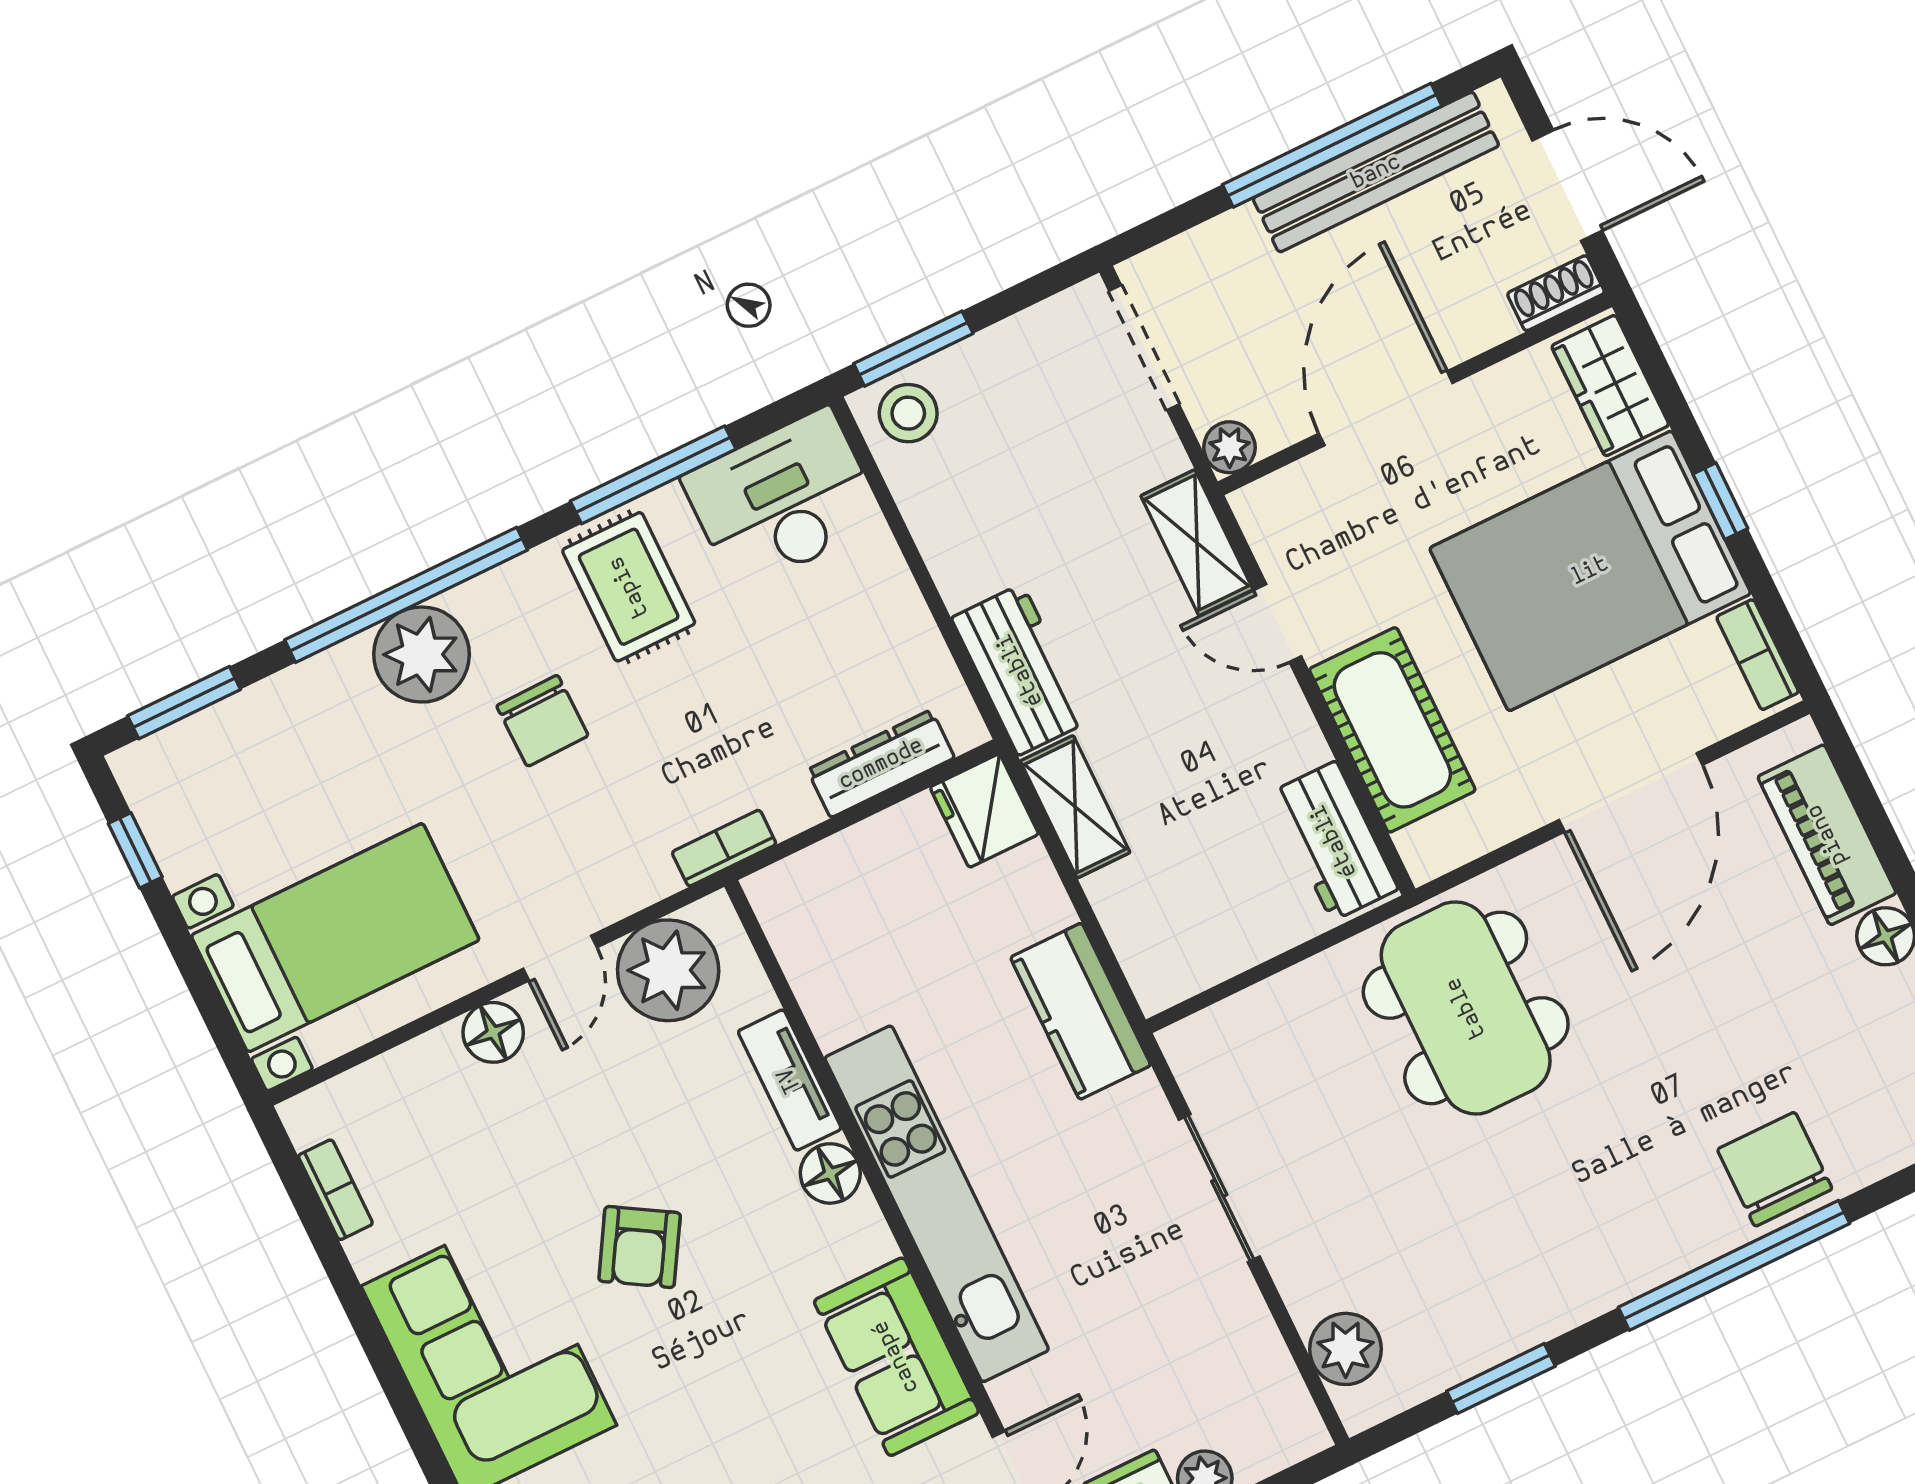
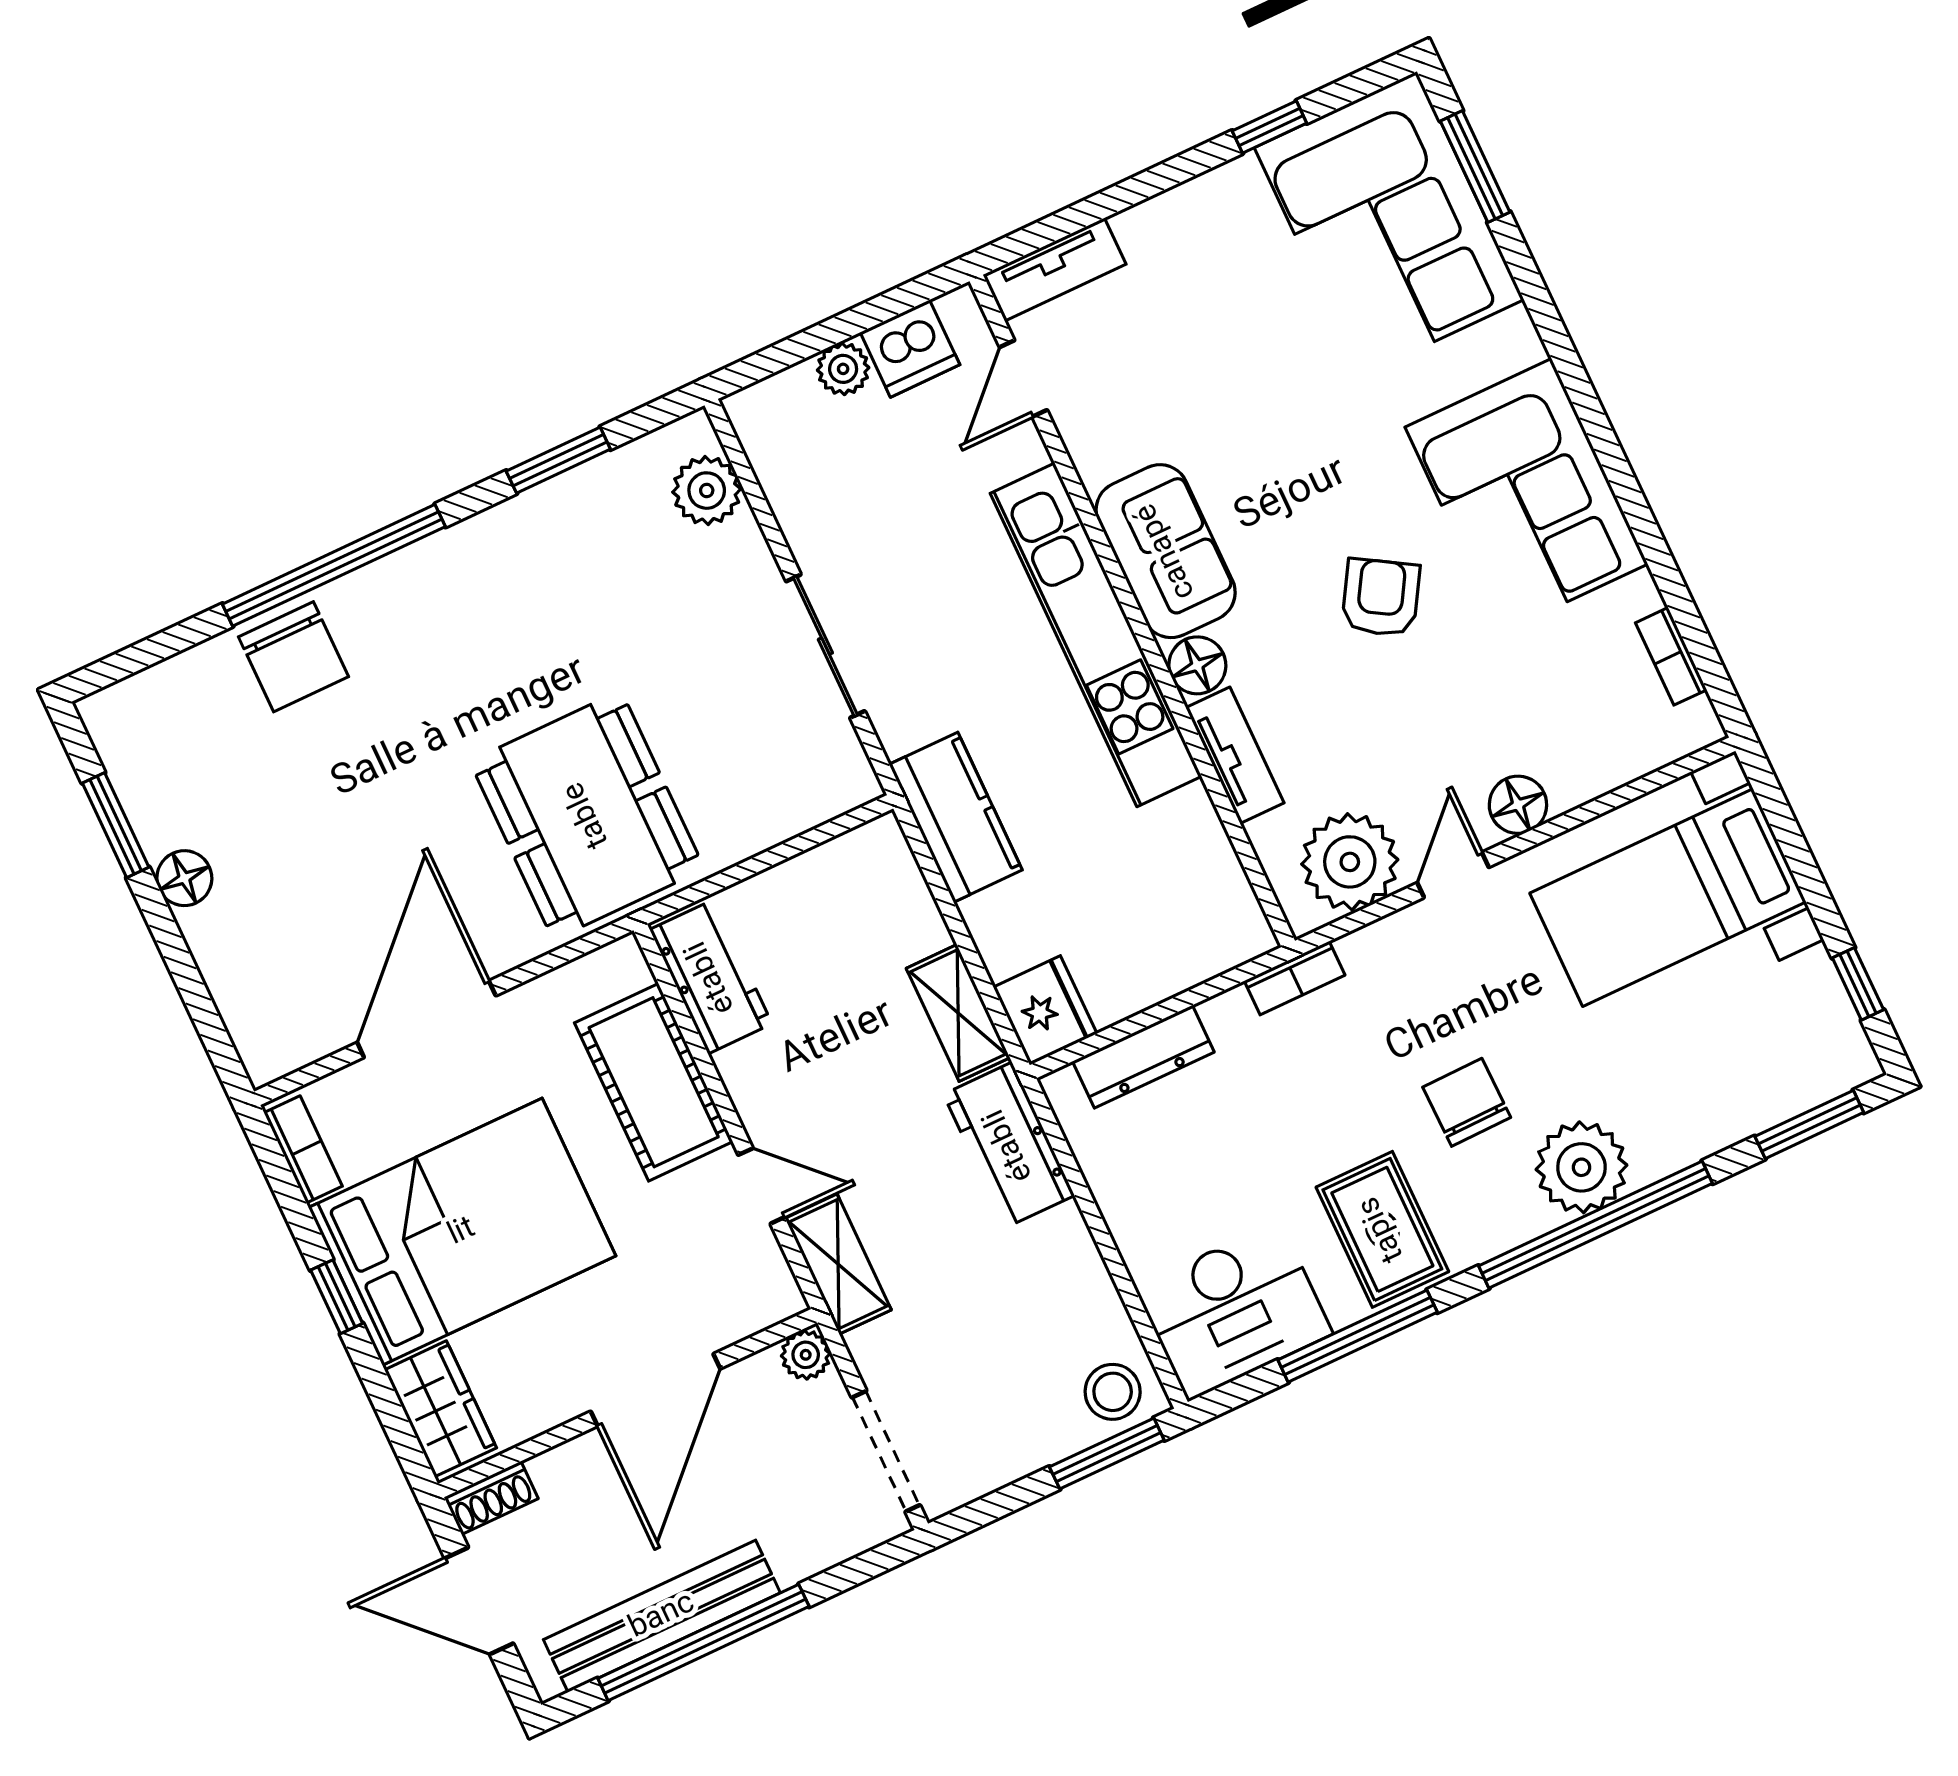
piano: (1827, 835) -> (239, 976), removed
sofa: (896, 1357) -> (1166, 551), moved

